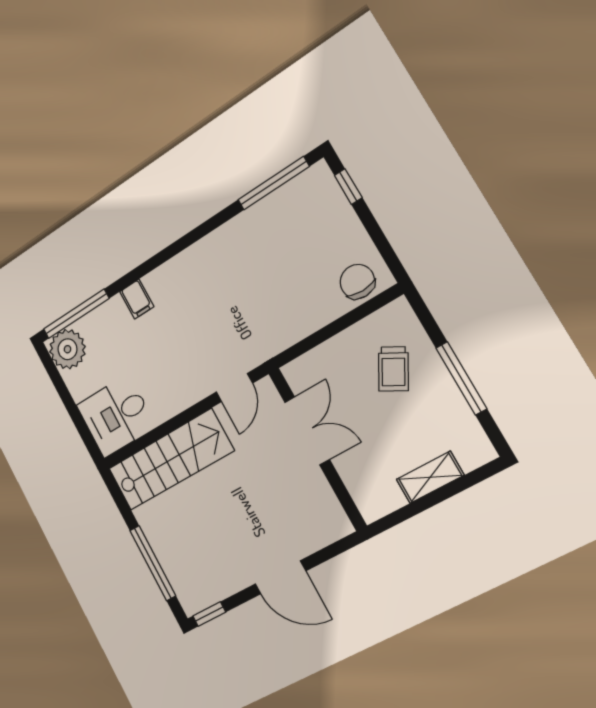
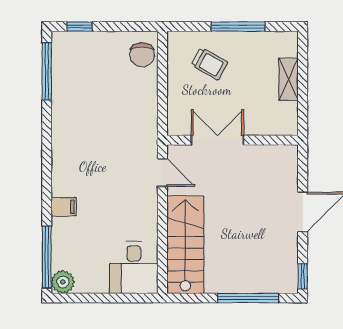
chair: (357, 282) -> (142, 55), turned -90
plant: (67, 349) -> (63, 282), width x0.73, depth x0.73

